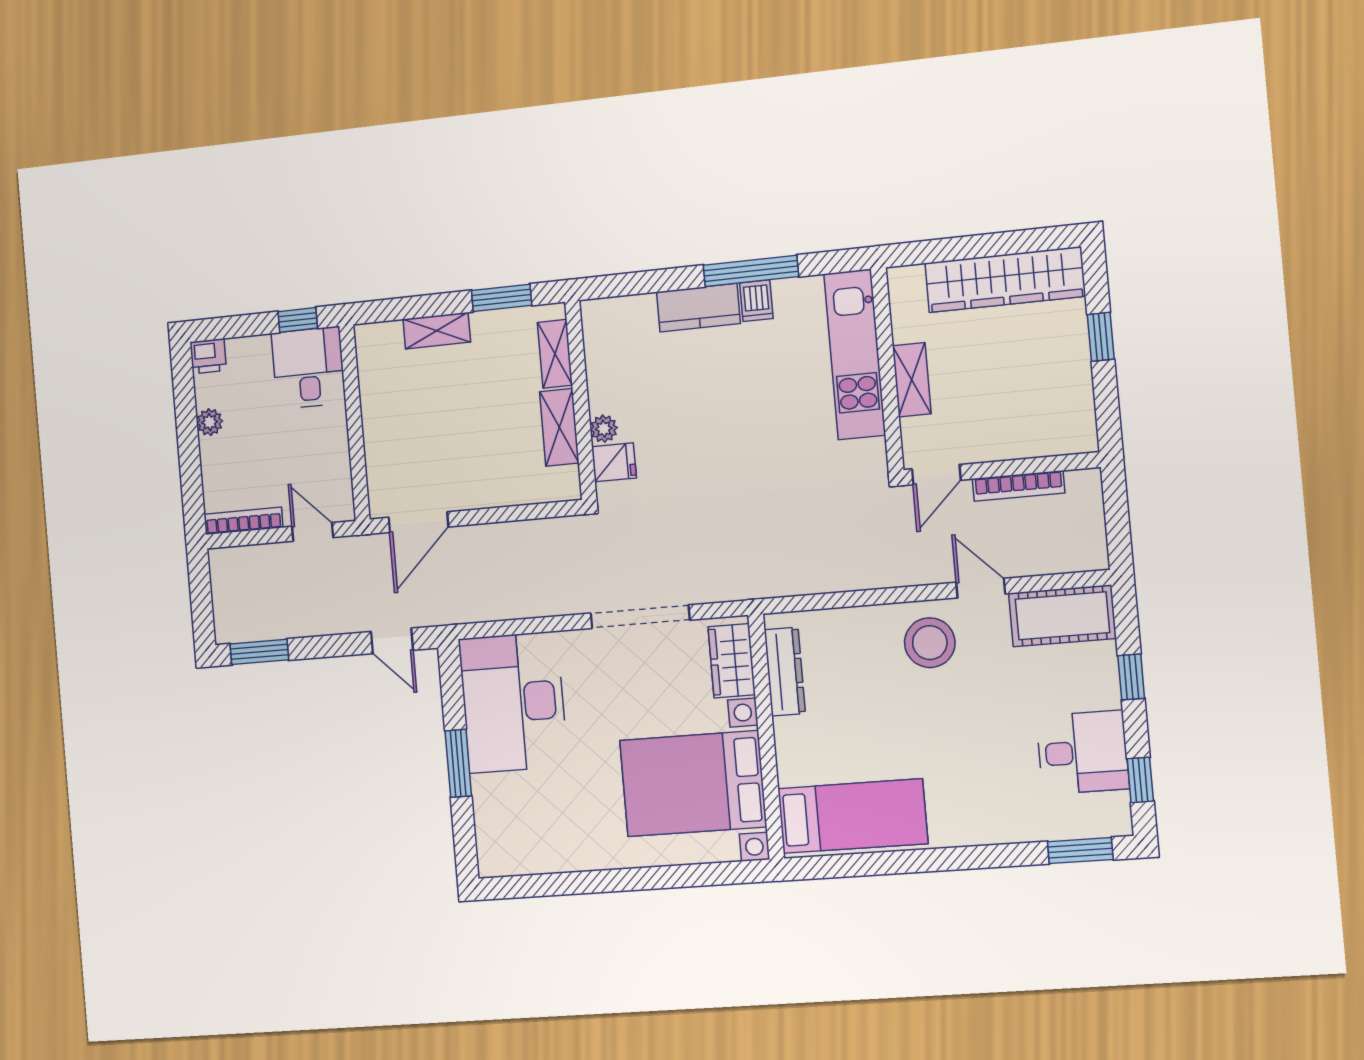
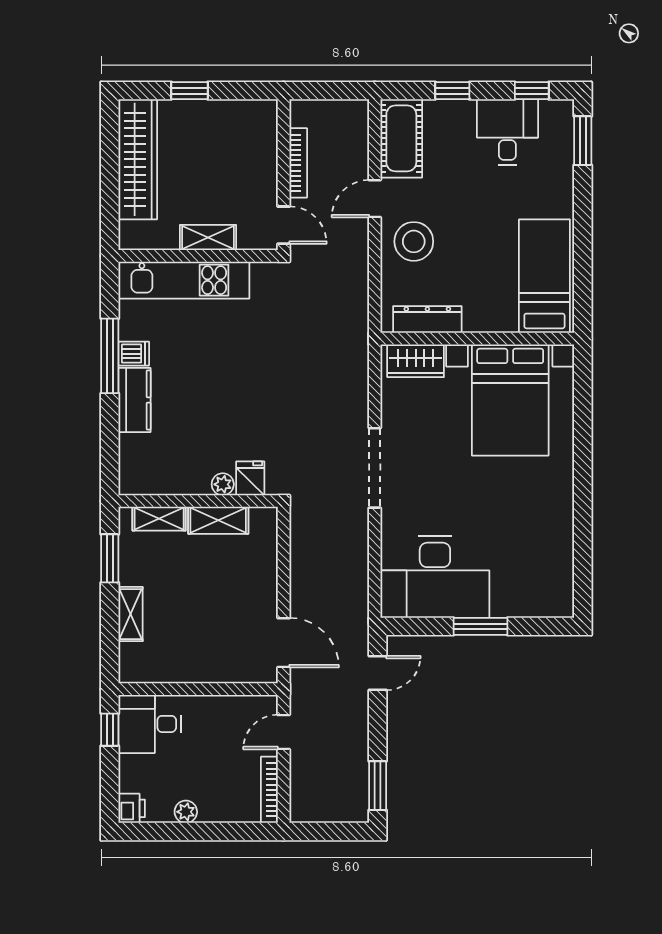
wardrobe: (732, 661) -> (416, 361), moved
dresser: (785, 672) -> (427, 319), moved
wall: (766, 737) -> (477, 339), moved
bed with nightstands: (693, 784) -> (510, 400), moved
bed: (853, 816) -> (544, 276), moved

